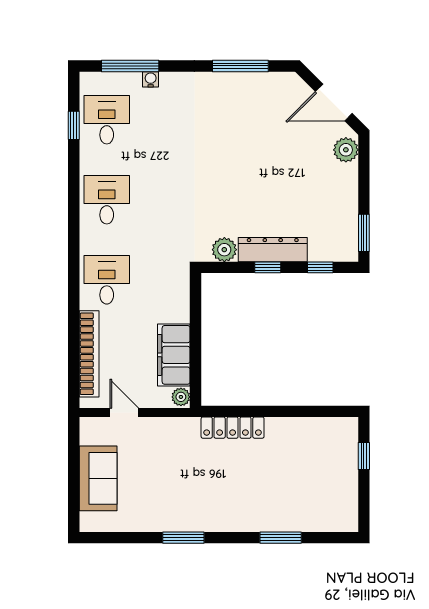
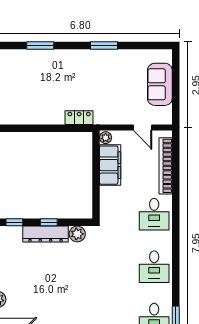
locker: (233, 428) -> (79, 118), width x0.66

